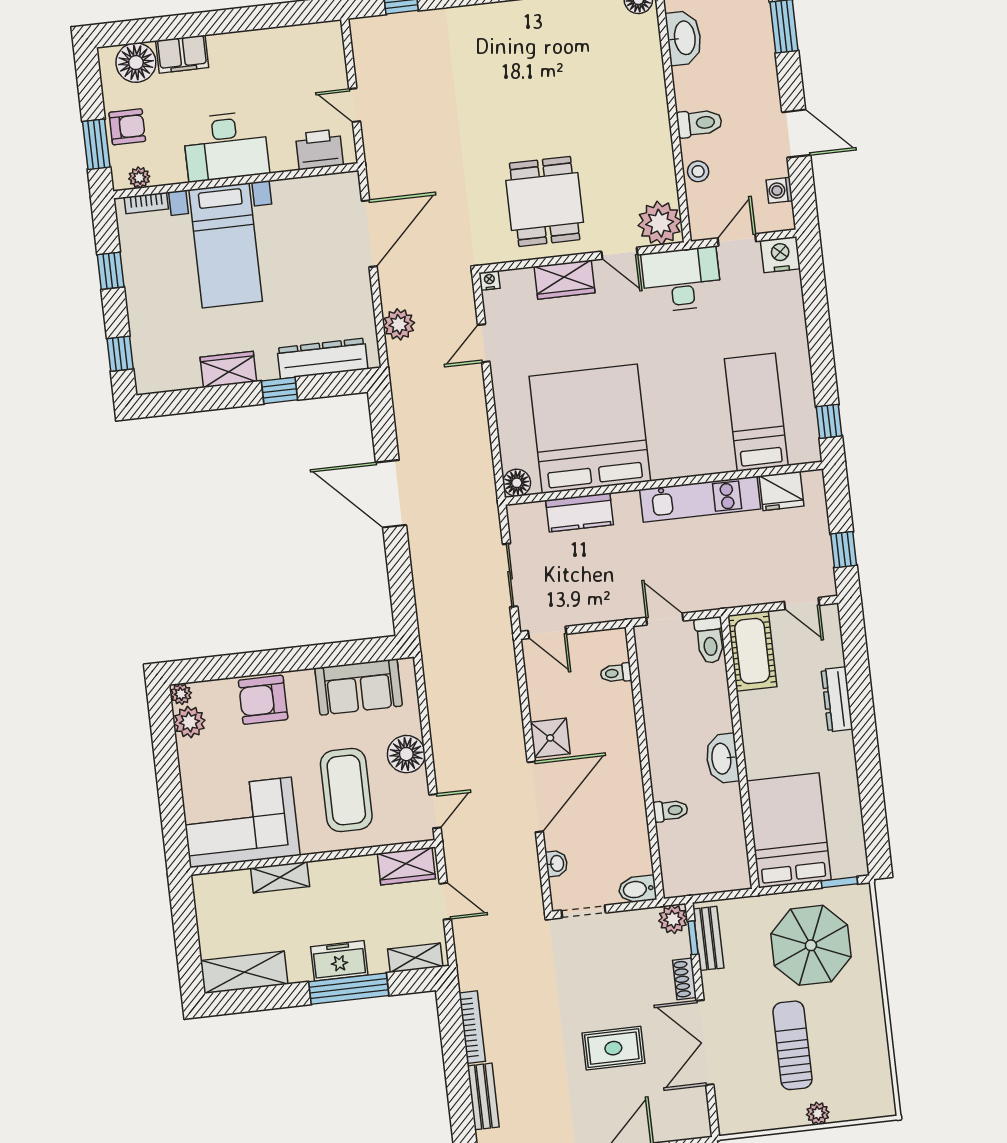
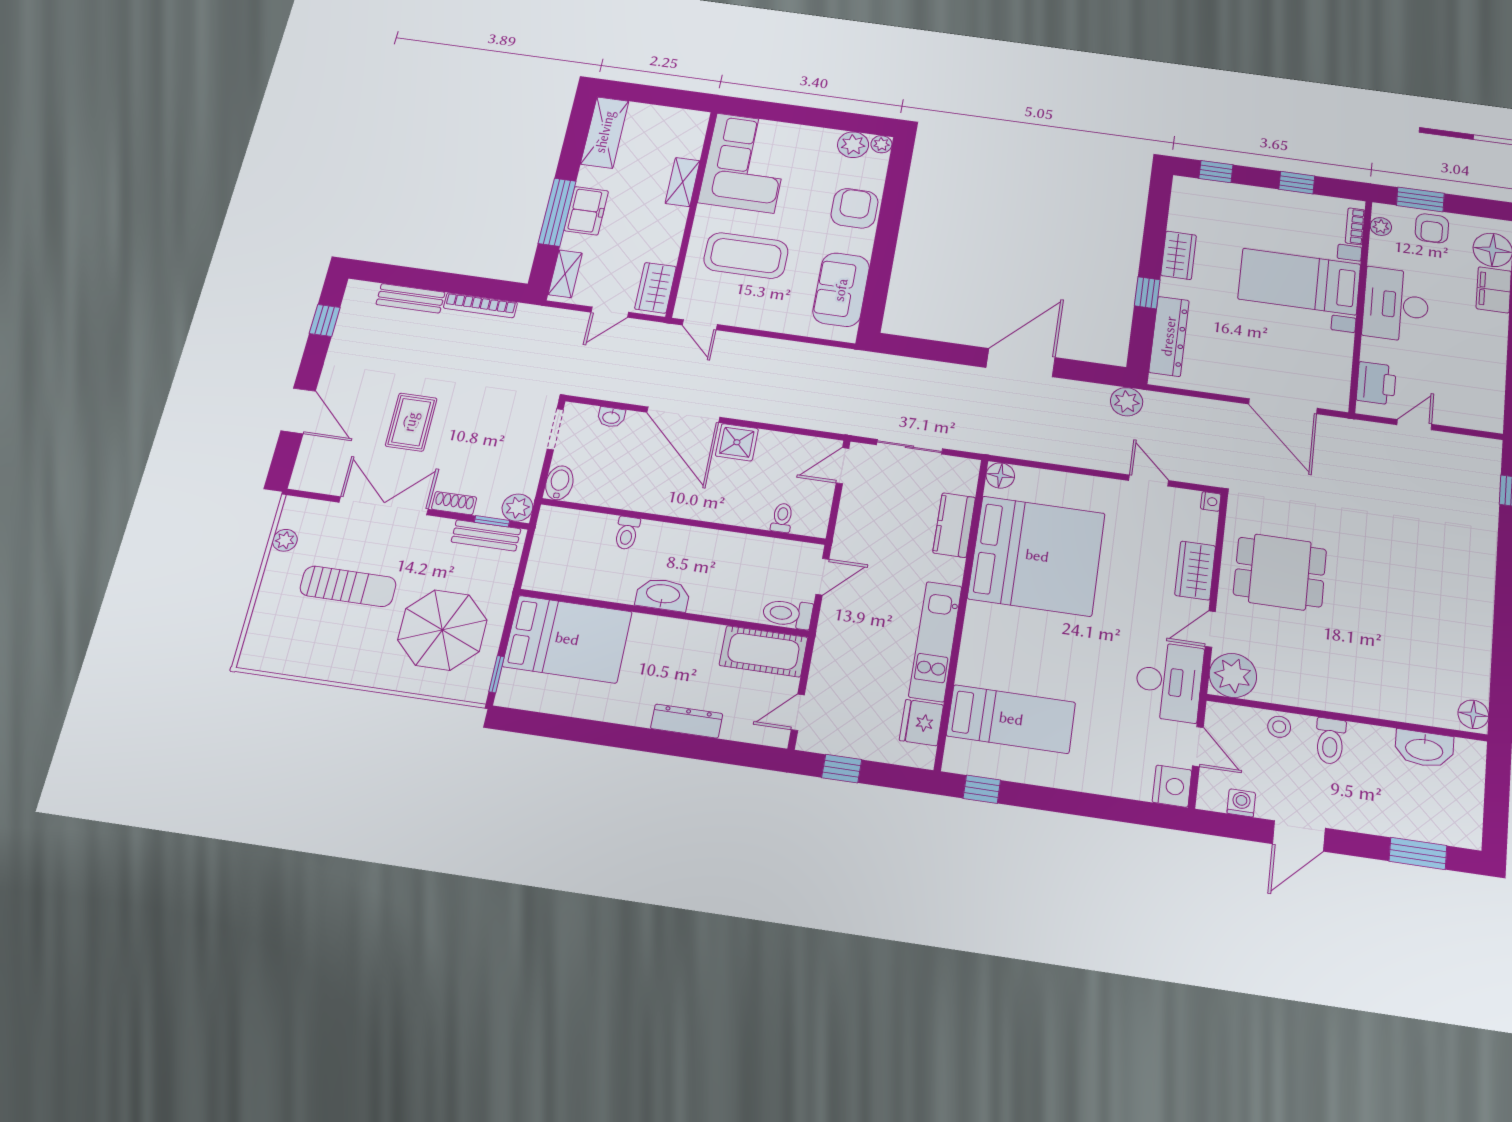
plant: (399, 324) -> (1127, 402), moved
floor lamp: (406, 754) -> (763, 314), removed
plant: (818, 1113) -> (285, 540), moved

